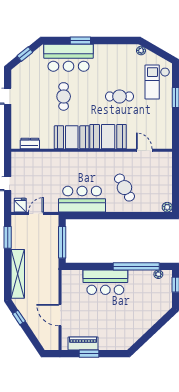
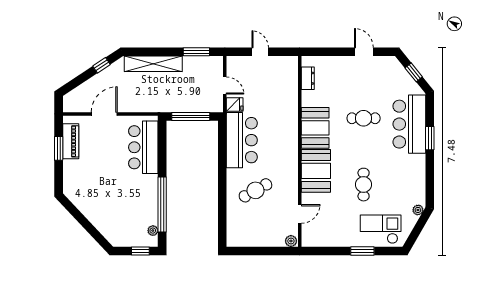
fridge: (20, 205) -> (235, 104), moved
plant: (167, 207) -> (291, 241), moved
bar counter: (105, 282) -> (143, 147), moved

